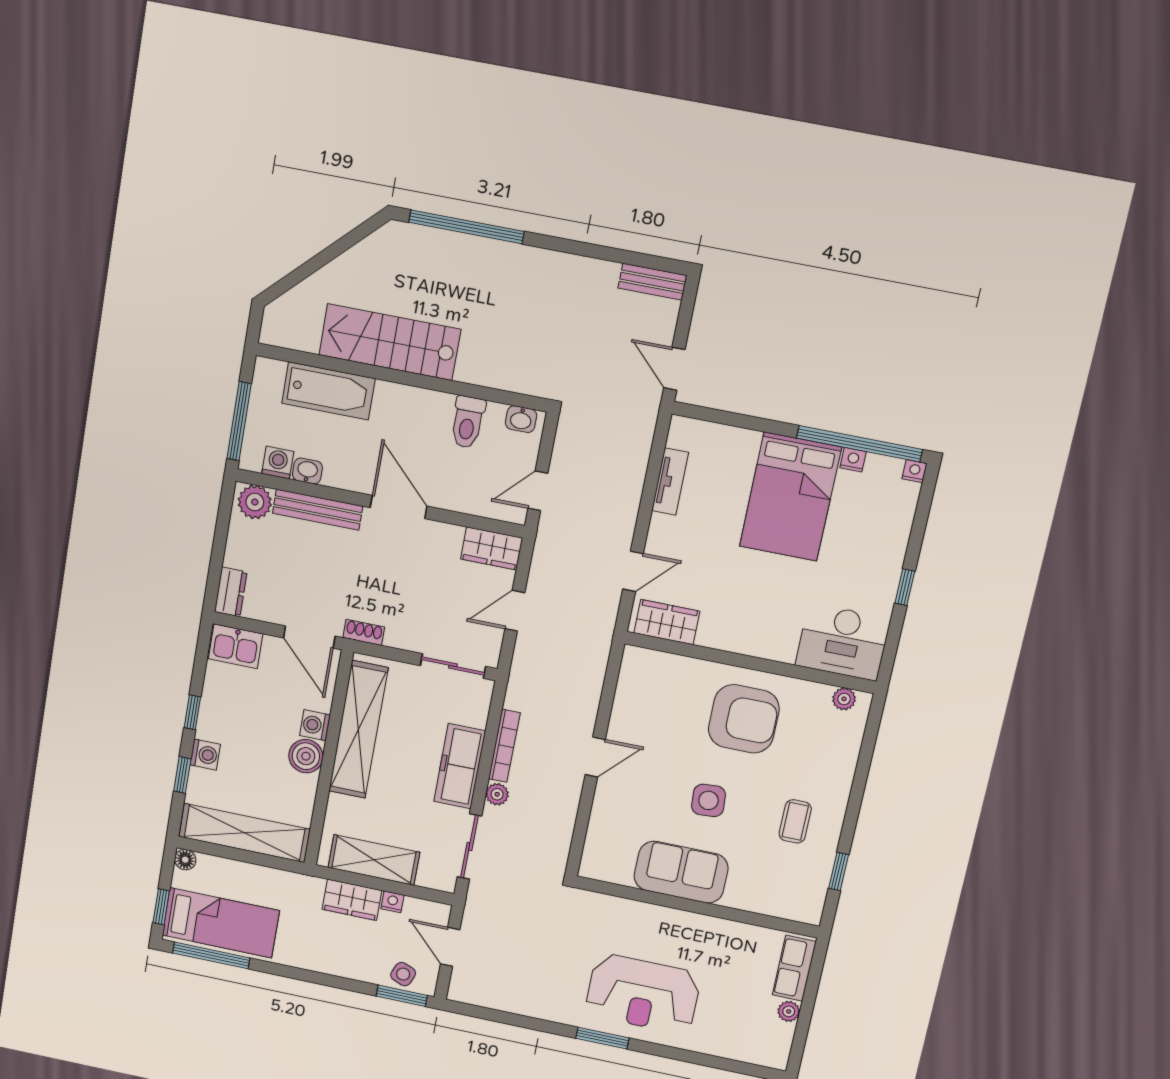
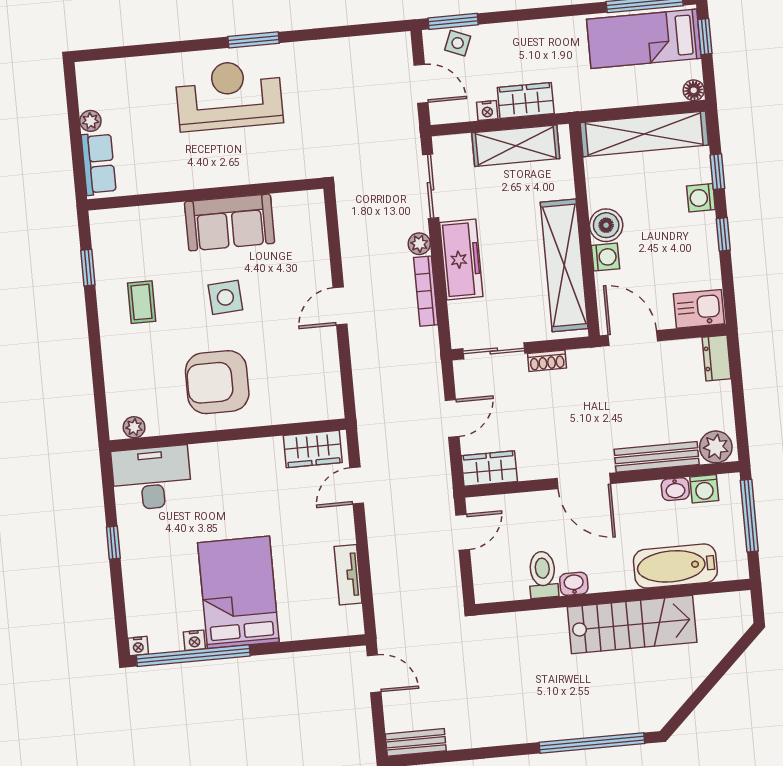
washbasin: (521, 419) -> (574, 584), moved
shoe rack: (364, 632) -> (547, 361), moved

